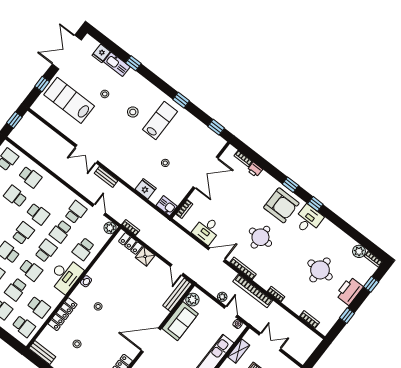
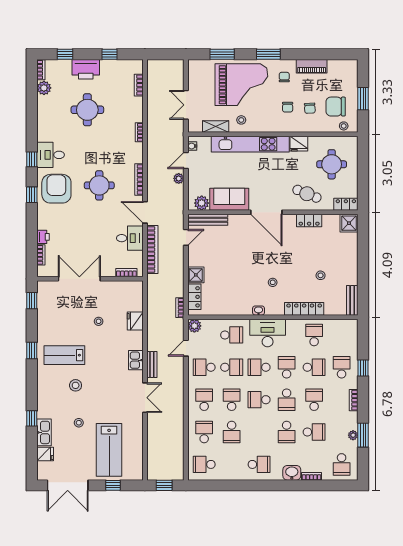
kitchen sink: (167, 206) -> (136, 360), moved
bookcase: (253, 291) -> (152, 250), moved
school desk: (24, 326) -> (204, 400), moved

